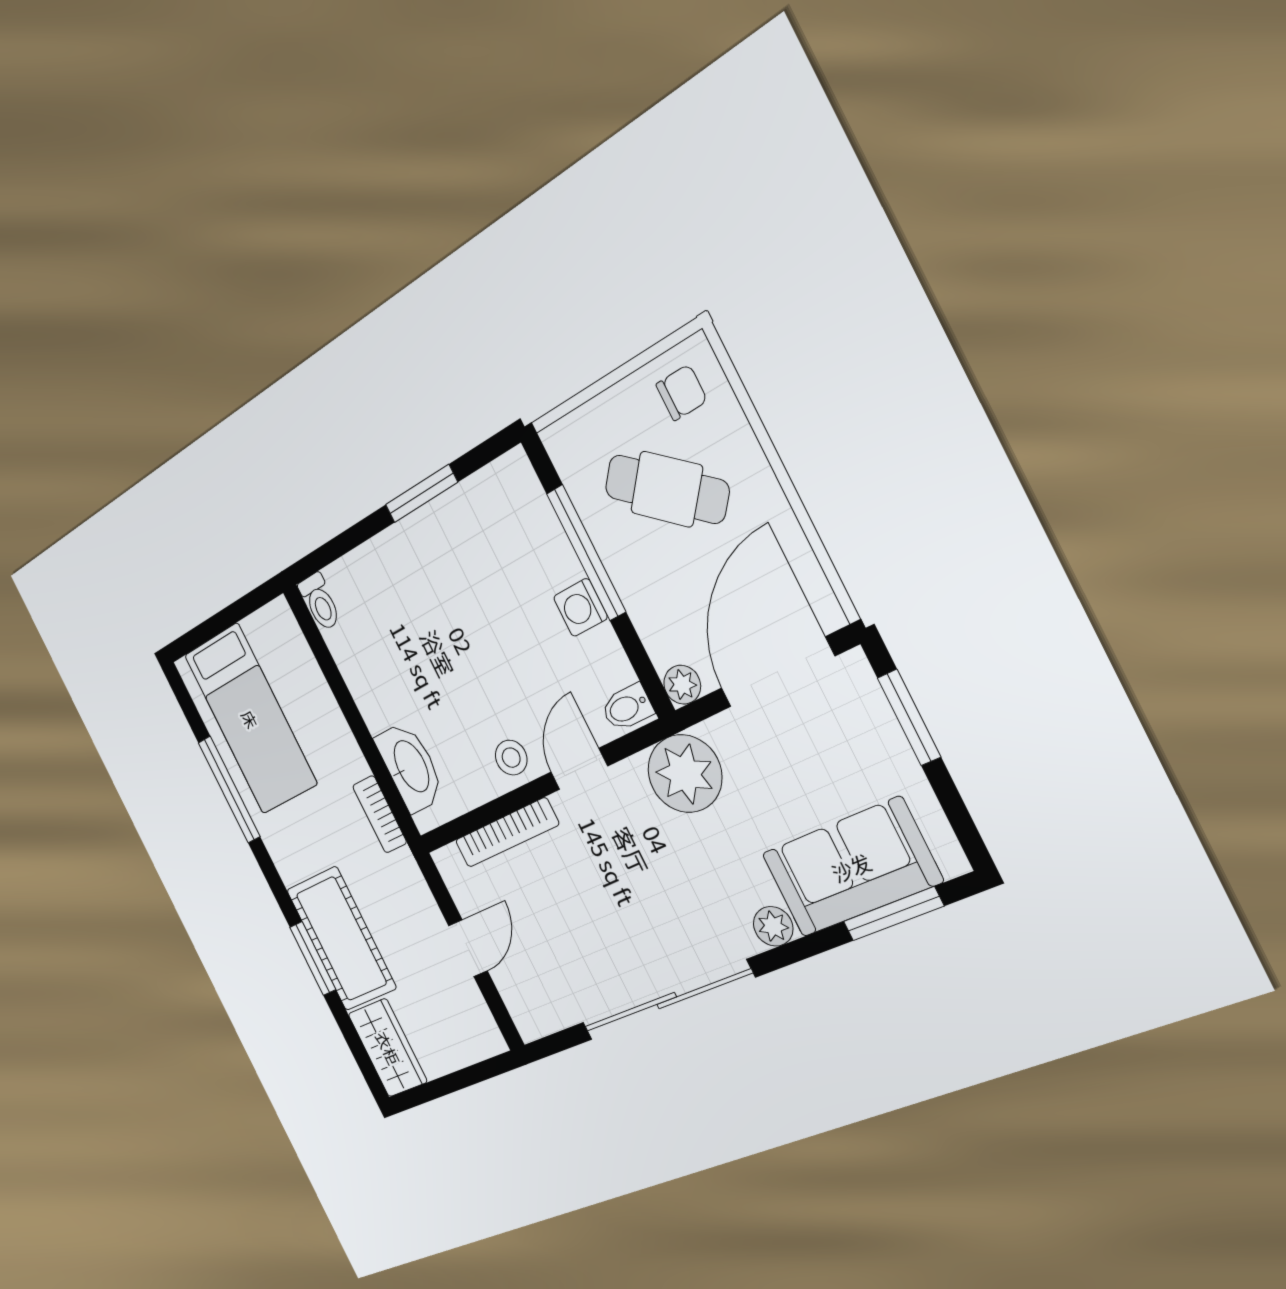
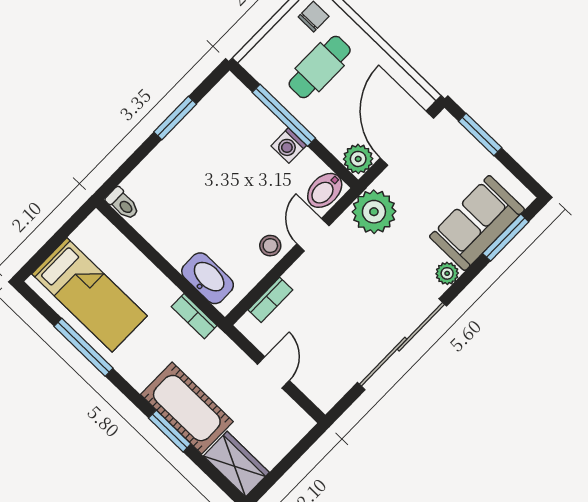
cafe table: (667, 489) -> (320, 67), turned -40
plant: (682, 685) -> (358, 159), width x1.38, depth x1.38
bidet: (627, 708) -> (325, 190), width x1.38, depth x1.36
bookcase: (507, 833) -> (270, 300), width x0.64

